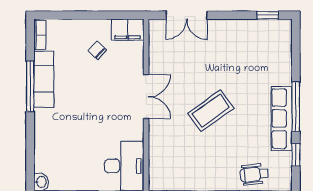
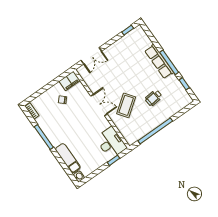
exam couch: (44, 79) -> (68, 158), moved
coffee table: (211, 111) -> (126, 105), moved
row of seats: (282, 119) -> (159, 62), moved
wheelchair: (254, 174) -> (154, 98), moved

